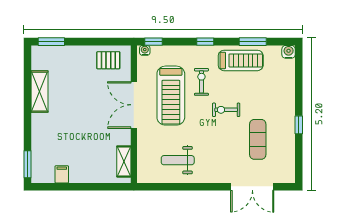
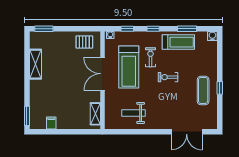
window: (154, 42) -> (127, 29), moved
exercise mat: (258, 139) -> (203, 90), moved

